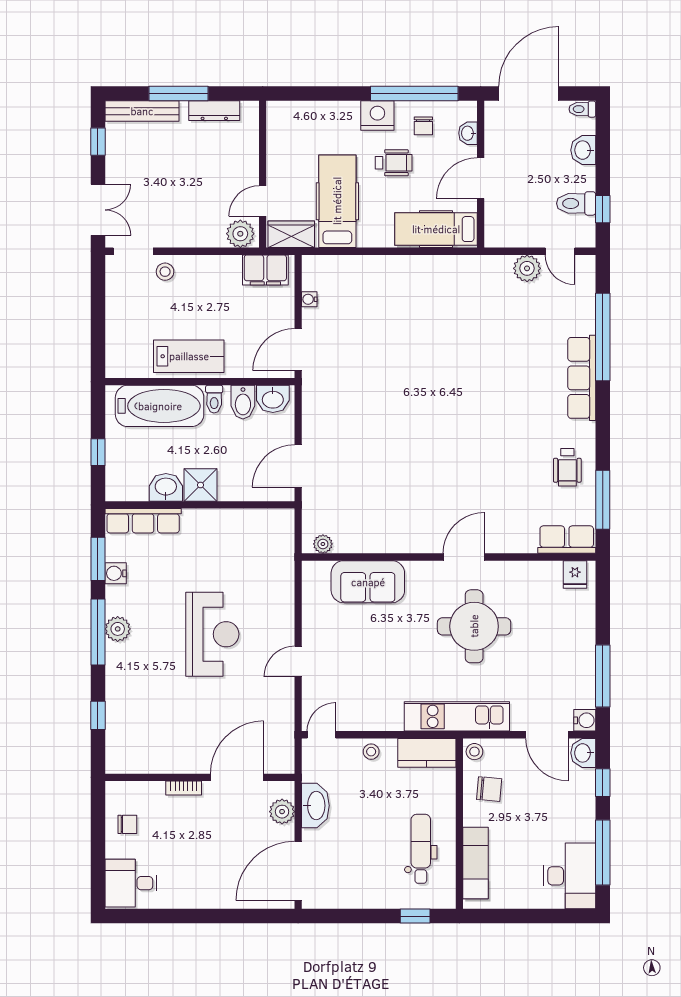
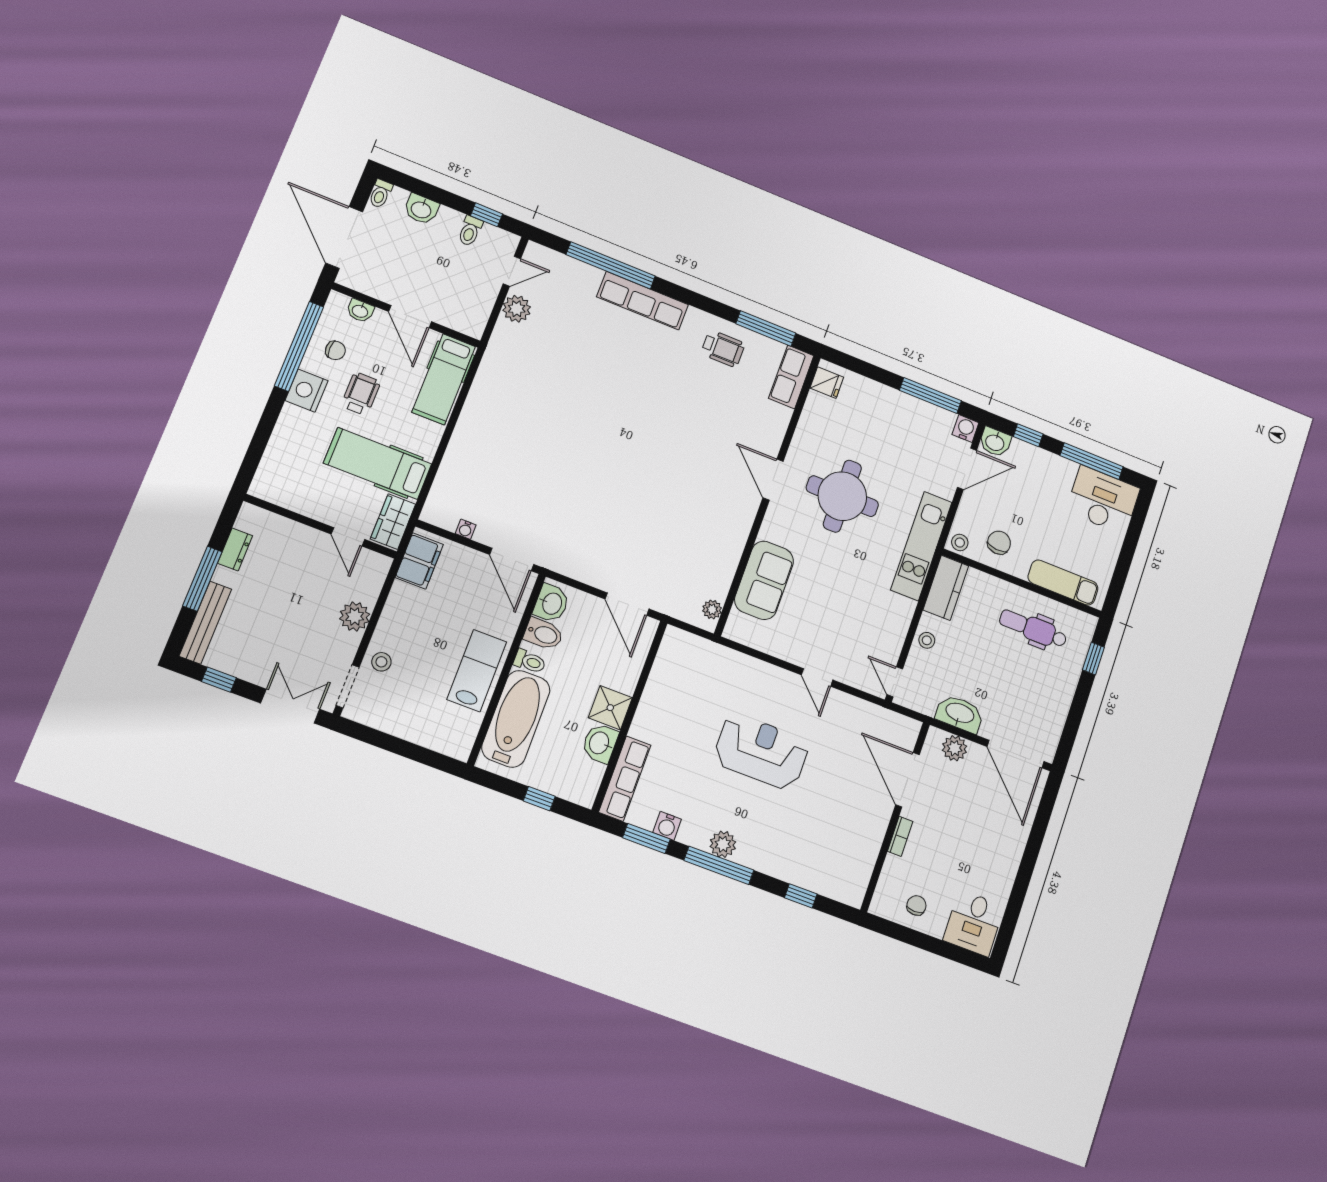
dresser: (214, 111) -> (235, 549), width x0.70
toilet: (576, 203) -> (470, 231), width x0.73, depth x0.72
plant: (240, 234) -> (355, 616), moved

